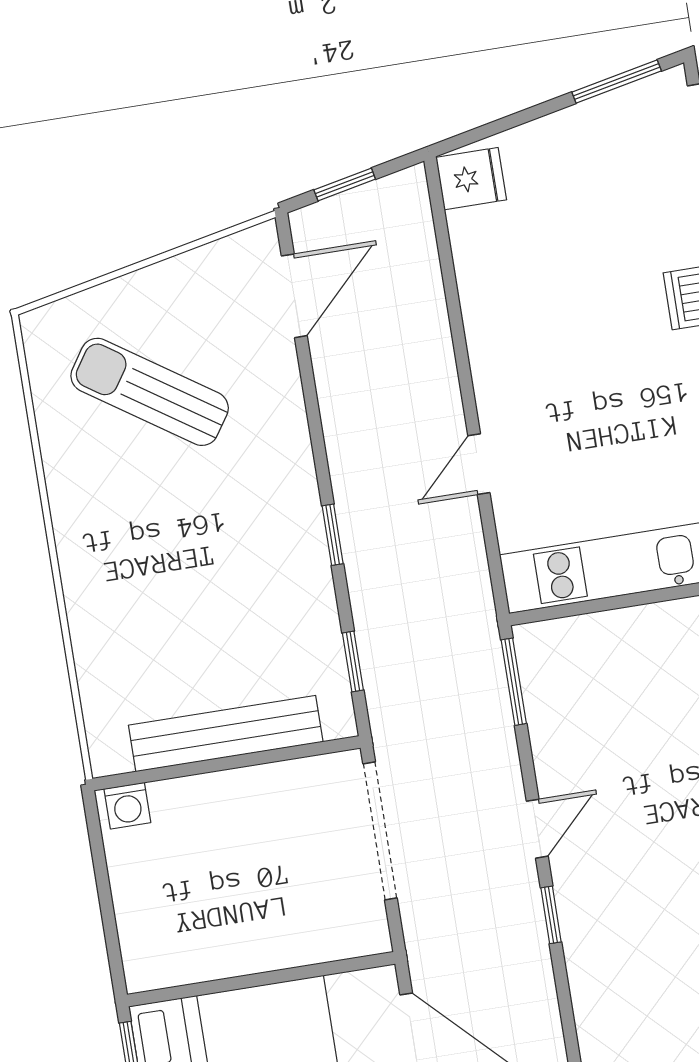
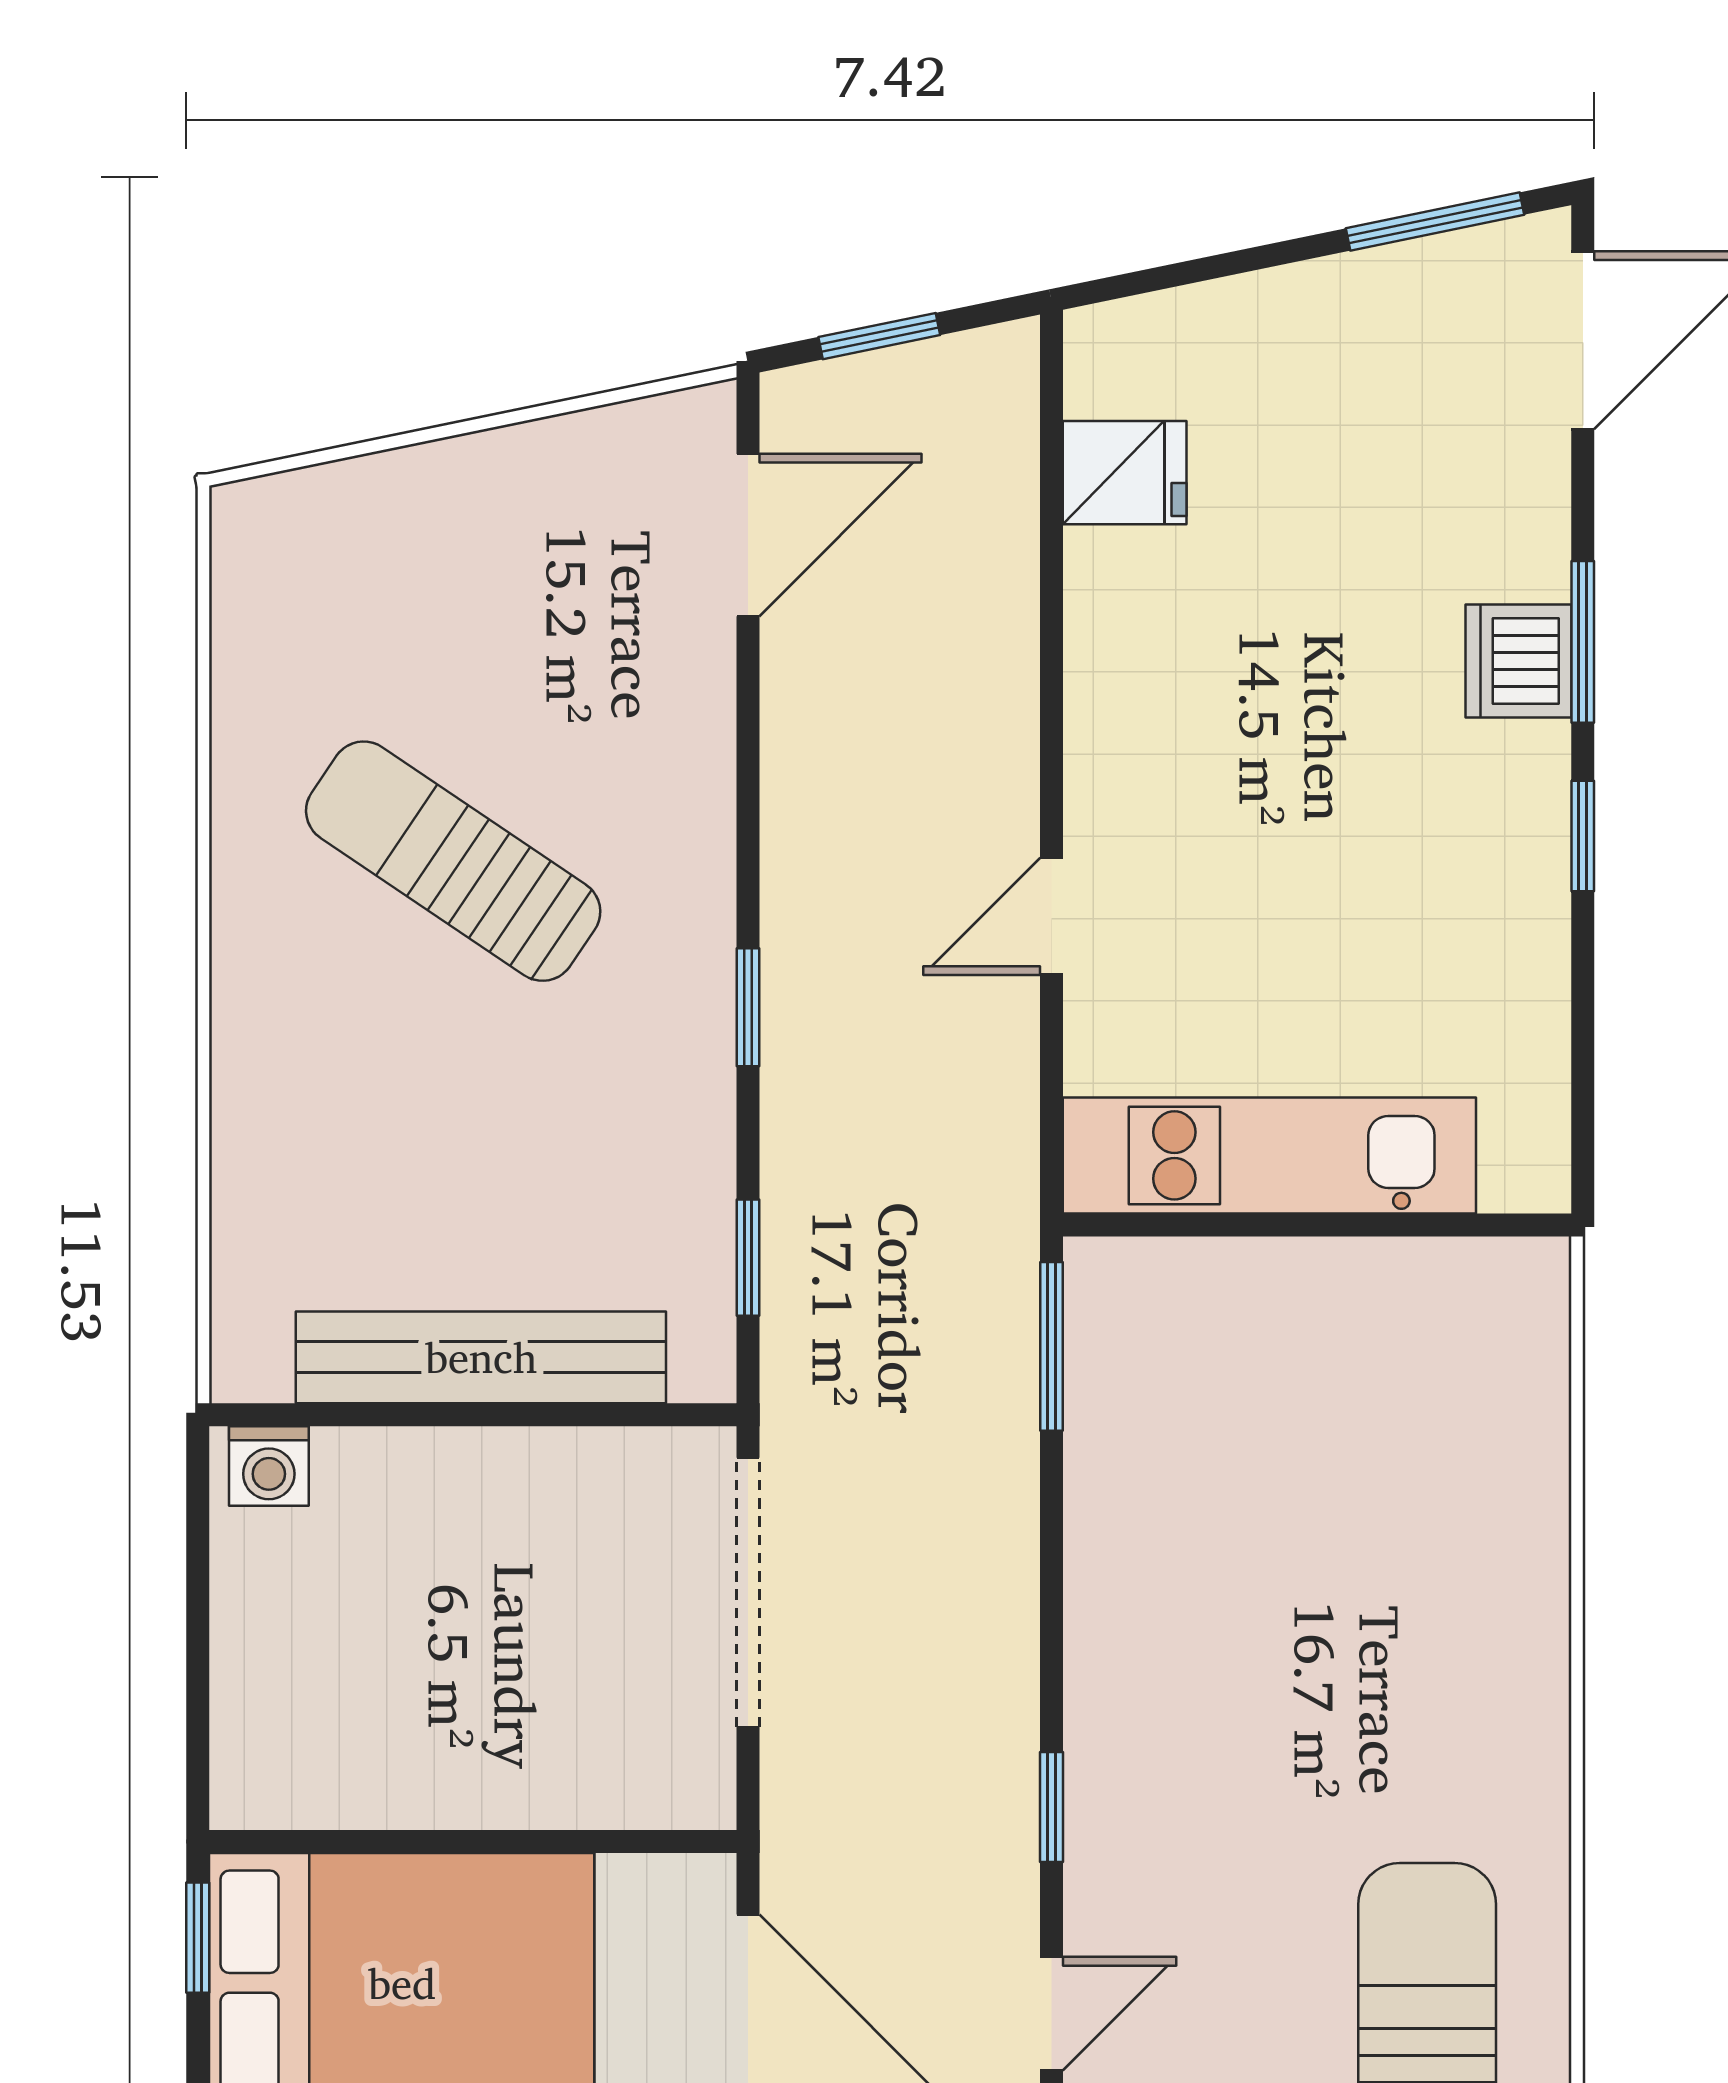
fridge: (471, 179) -> (1125, 473), moved
sun lounger: (150, 392) -> (453, 861), moved
door: (537, 829) -> (1051, 2014), moved

